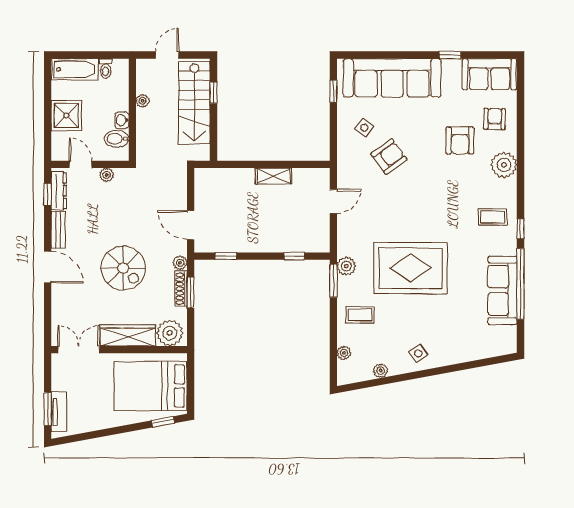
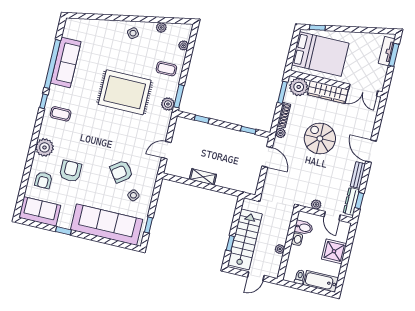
window: (191, 293) -> (282, 92), moved

